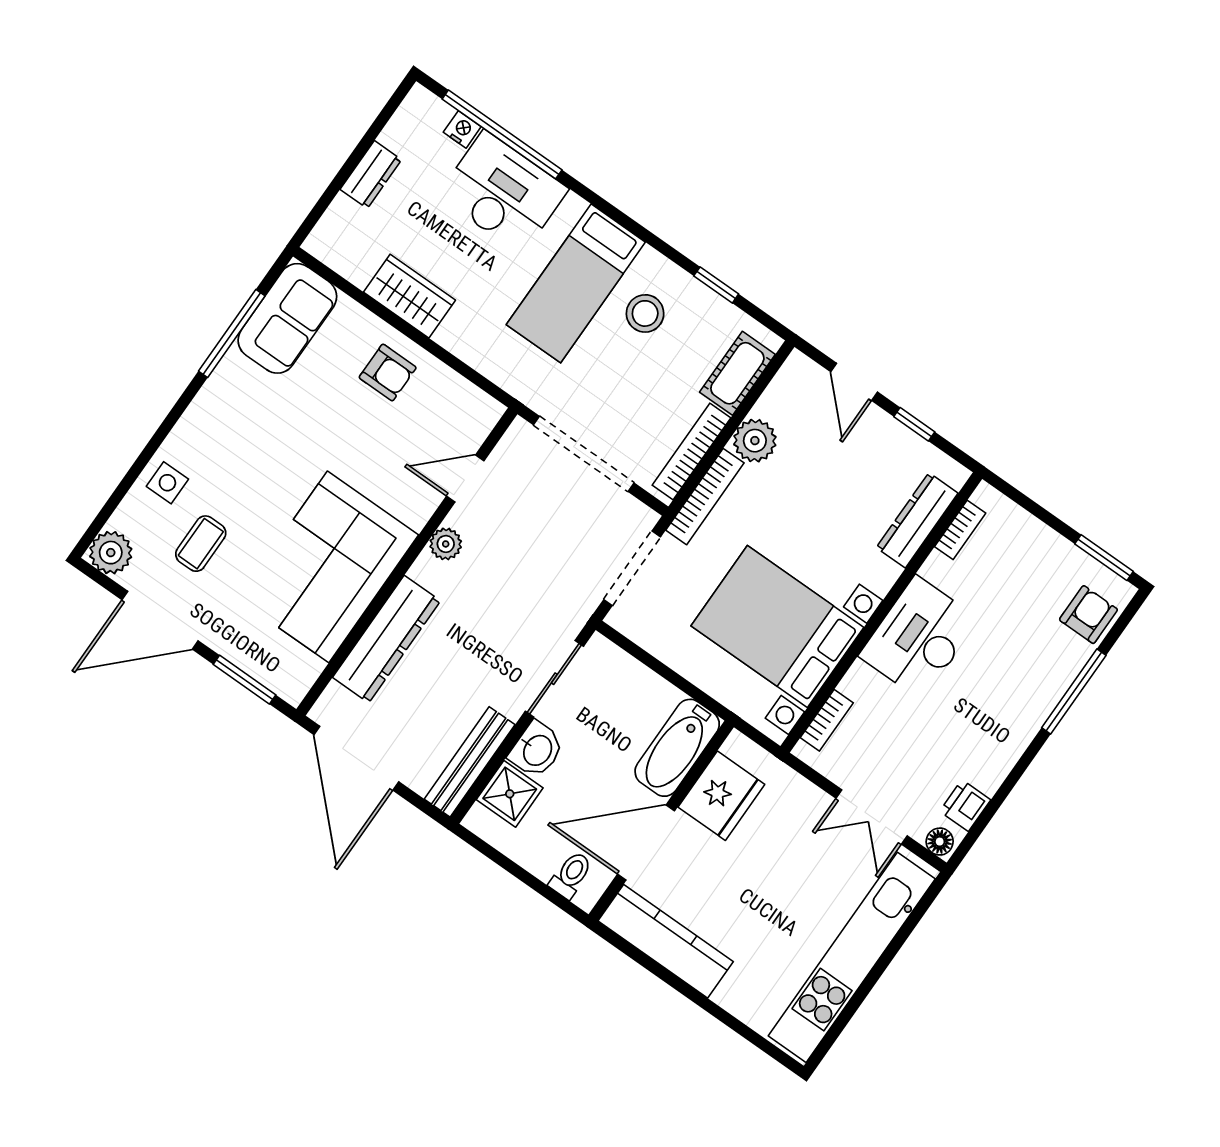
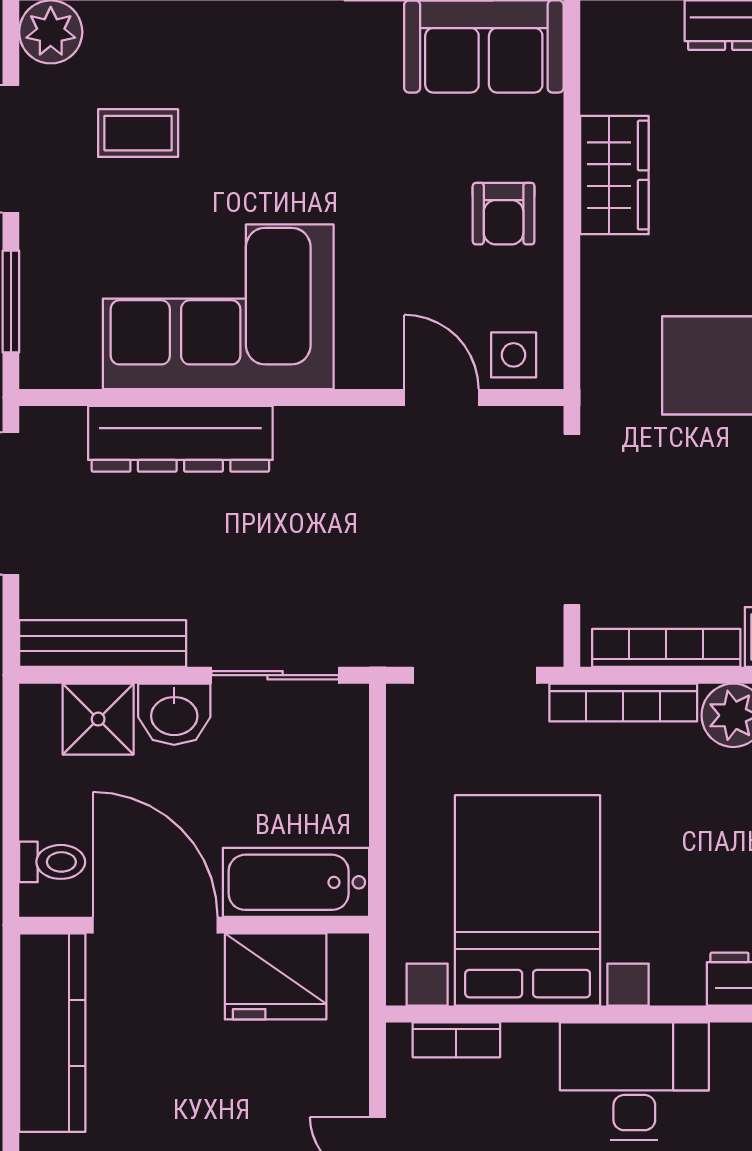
side table: (167, 483) -> (514, 355), moved
plant: (446, 544) -> (346, 429), removed

